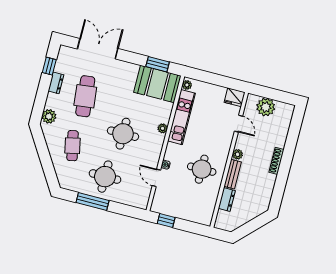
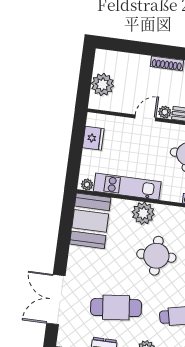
window: (158, 64) -> (66, 224), removed
fridge: (235, 97) -> (93, 138), moved
door: (239, 124) -> (145, 118), moved
plant: (163, 128) -> (143, 213), width x1.87, depth x1.87

